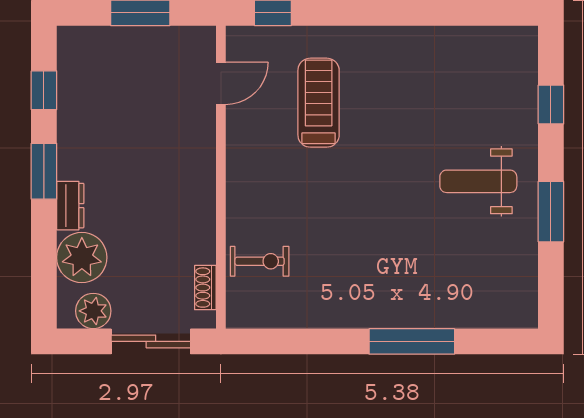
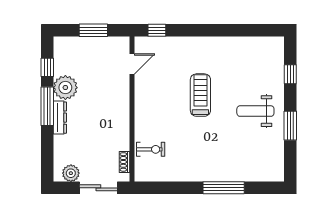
treadmill: (319, 103) -> (200, 95), moved
window: (44, 171) -> (47, 106), width x1.44
dresser: (70, 206) -> (60, 118), width x1.44
plant: (82, 257) -> (65, 88), moved

